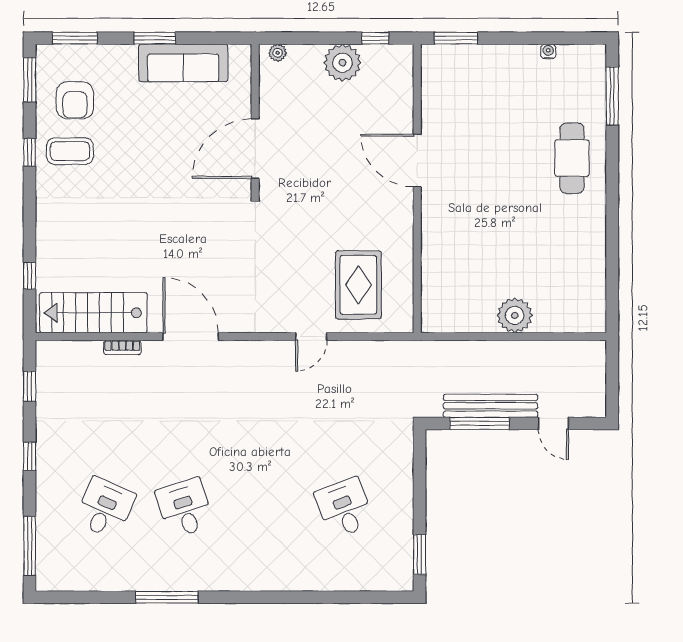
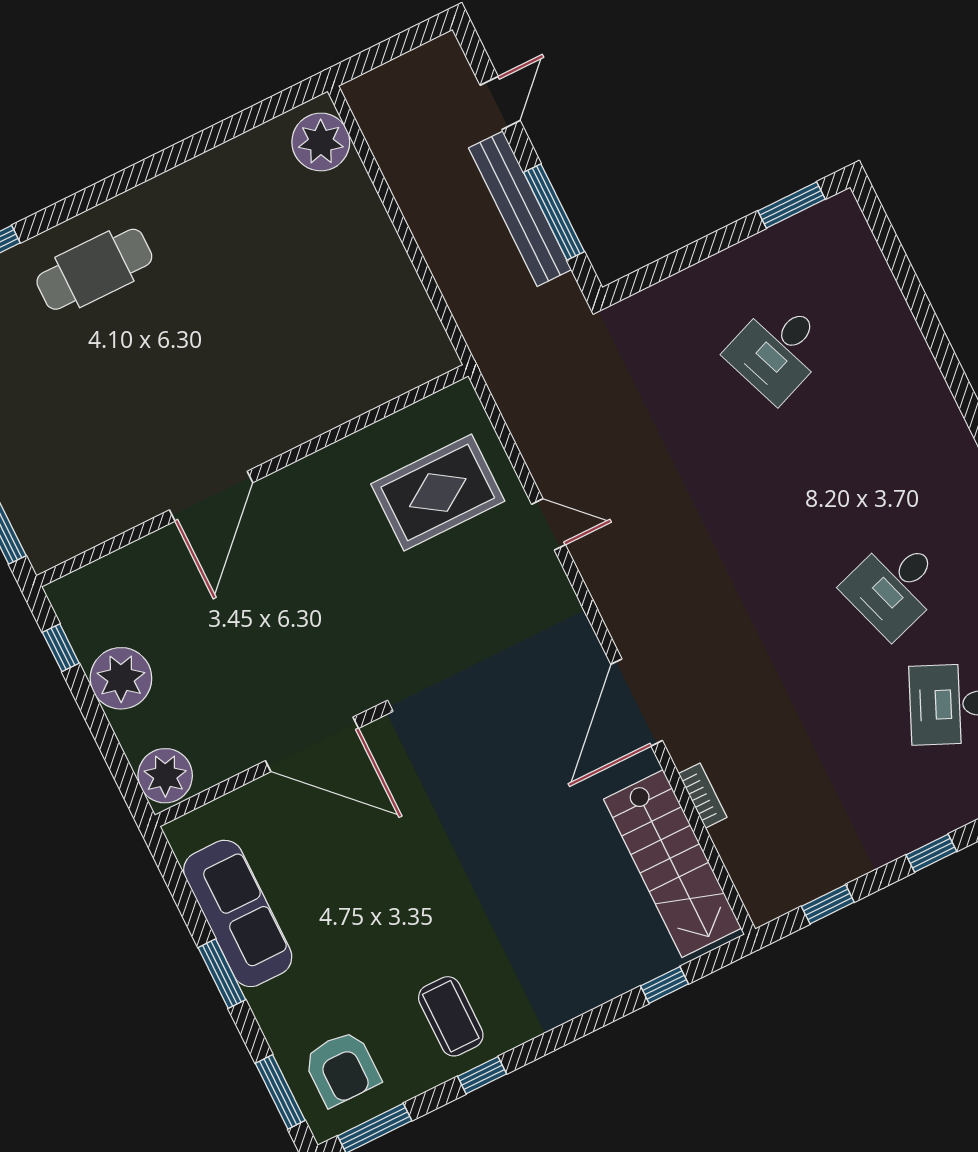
plant: (278, 53) -> (165, 776), width x1.88, depth x1.88
armchair: (75, 100) -> (342, 1068), moved, turned 90
plant: (515, 315) -> (321, 142), moved

